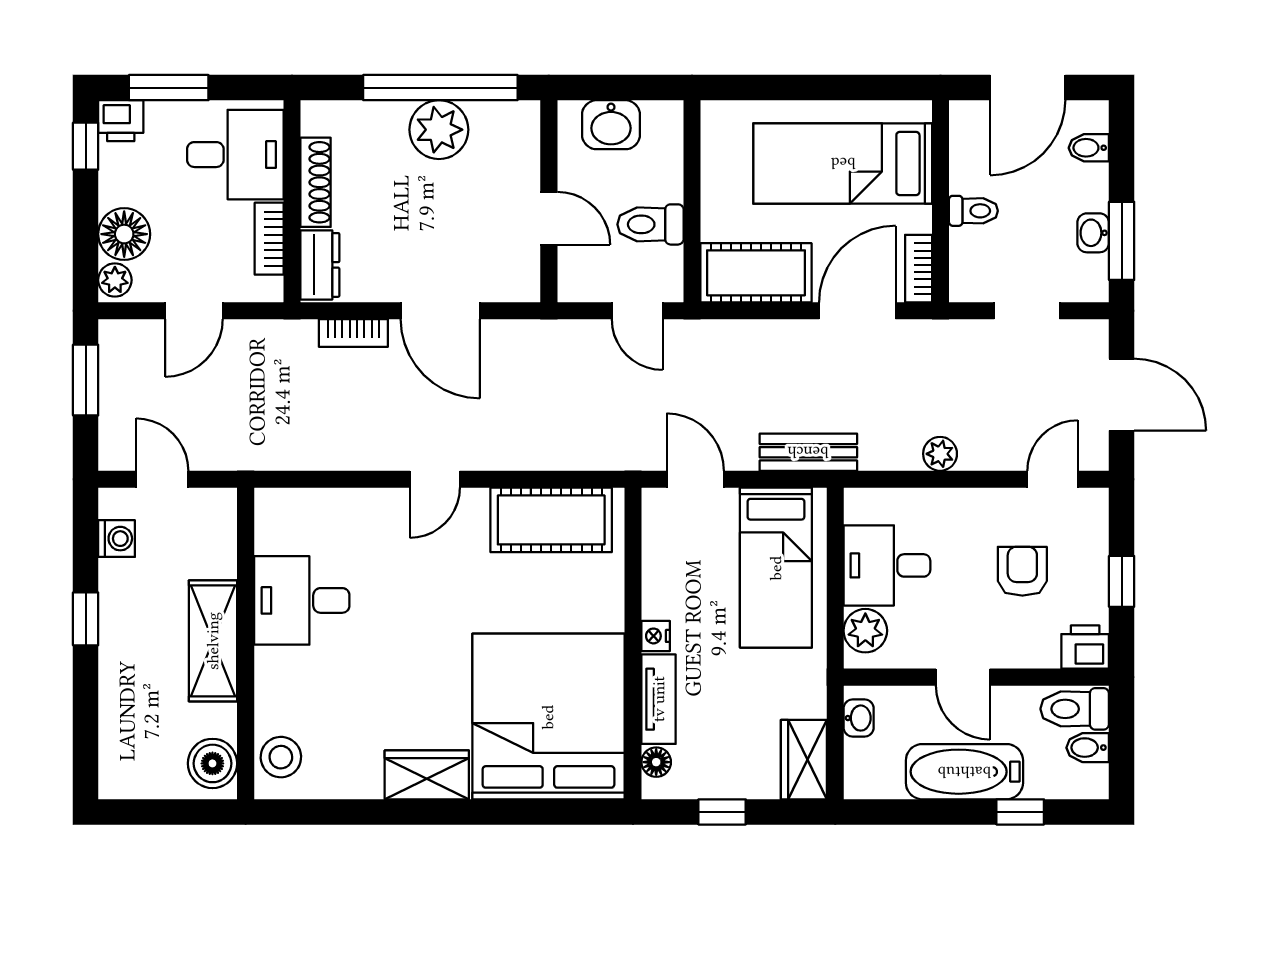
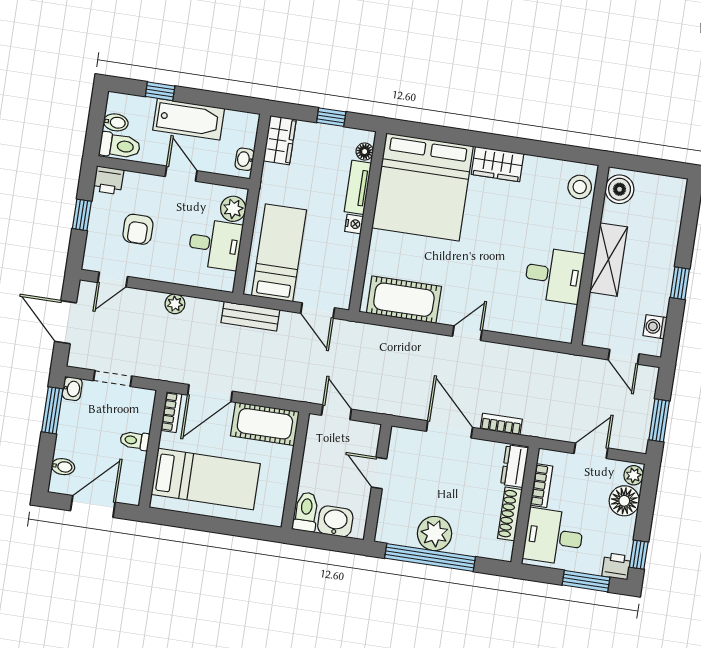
toilet: (650, 224) -> (306, 512), moved, turned -90
washbasin: (1093, 233) -> (72, 389), moved

